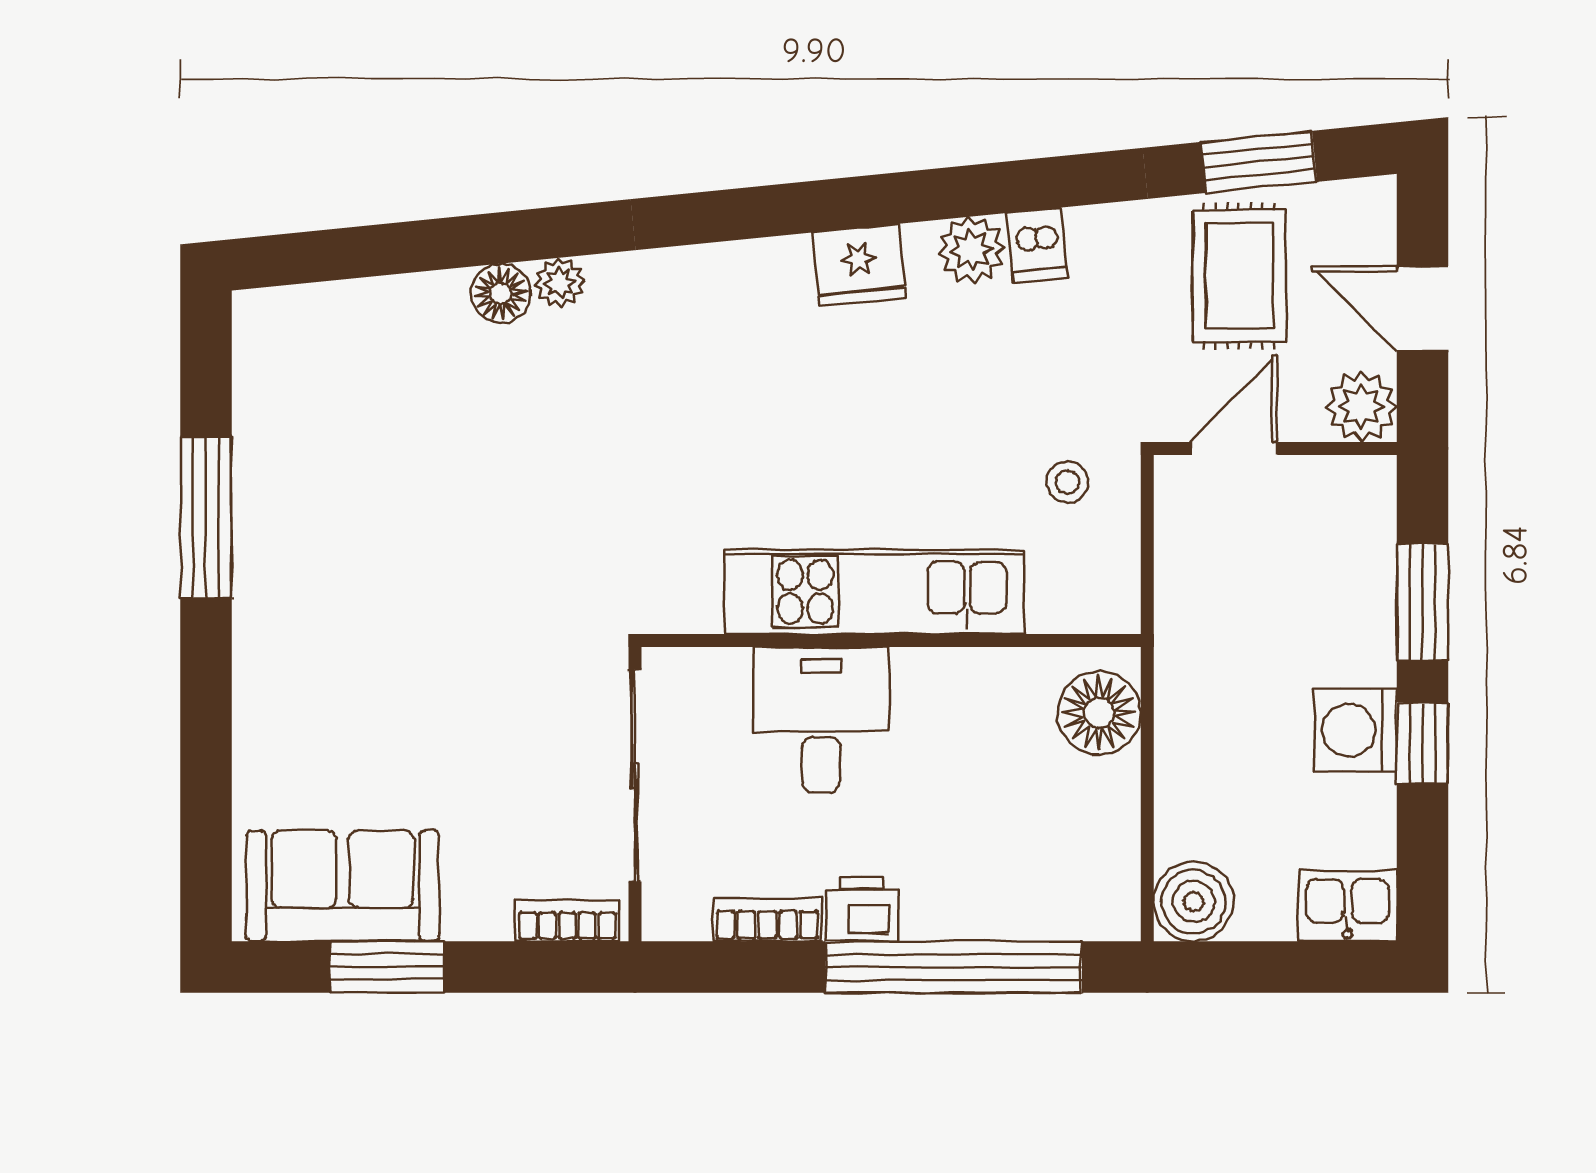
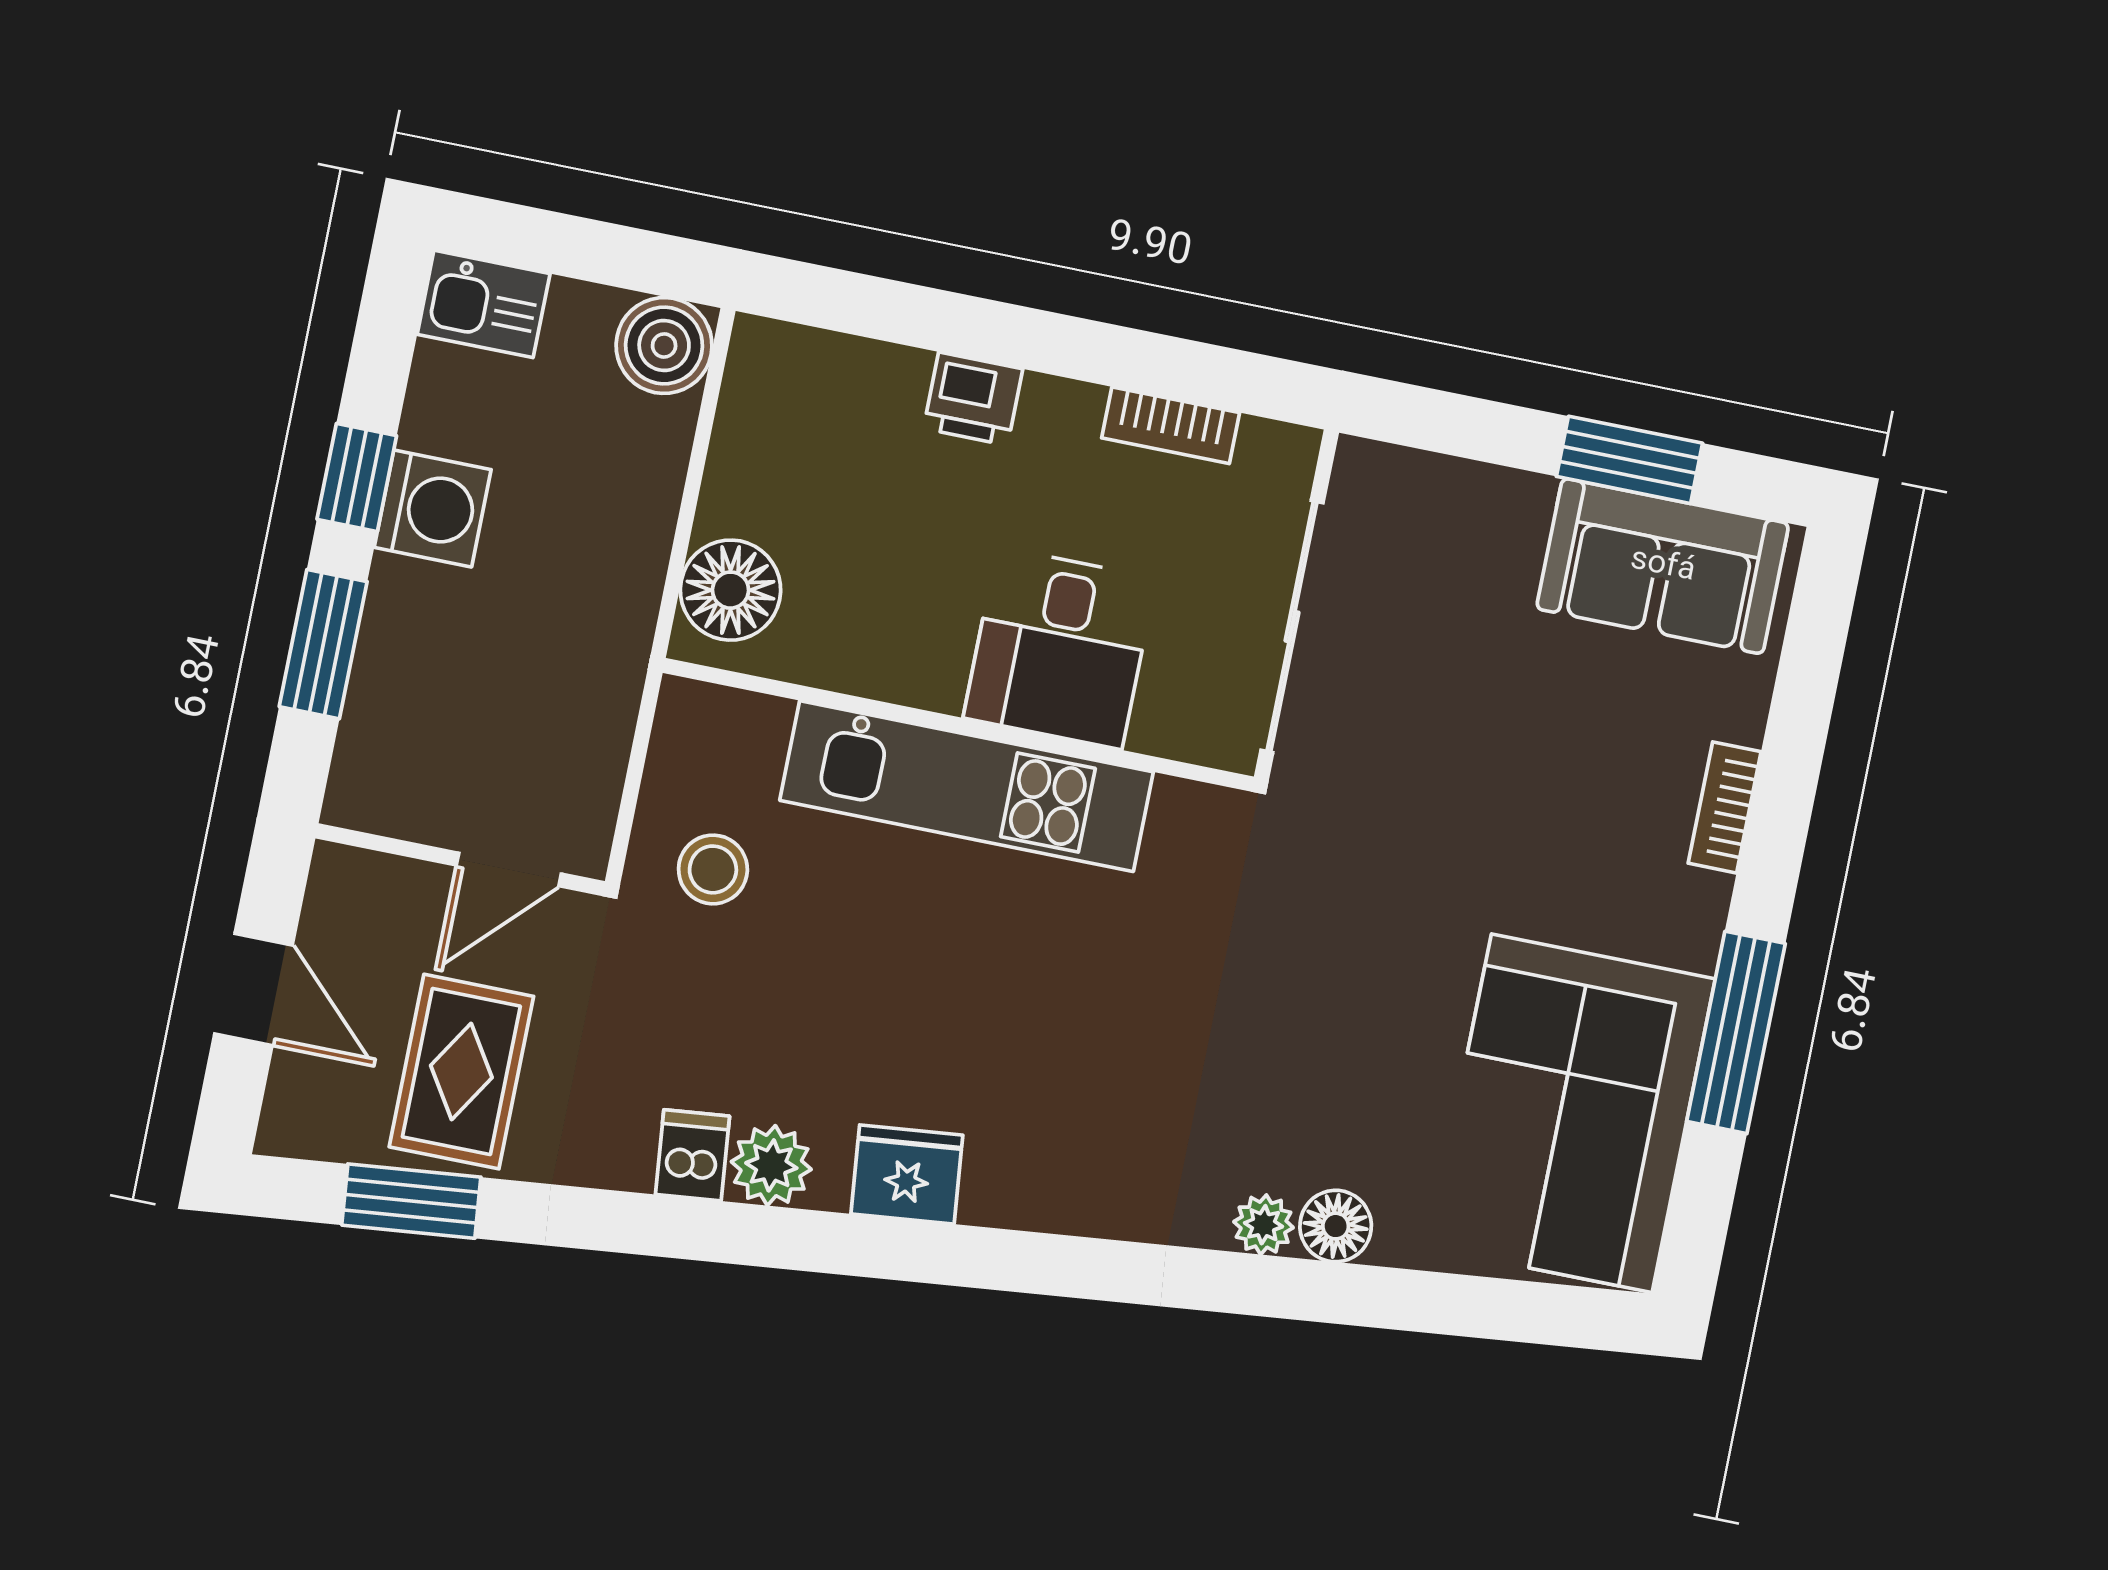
plant: (1361, 406) -> (349, 889), removed
corner sofa: (327, 424) -> (1572, 1113), added
stool: (1067, 482) -> (713, 869), width x1.37, depth x1.37
printer: (862, 909) -> (973, 399), moved
bookcase: (567, 921) -> (1725, 807), moved, turned 90
window: (954, 967) -> (962, 325), removed

